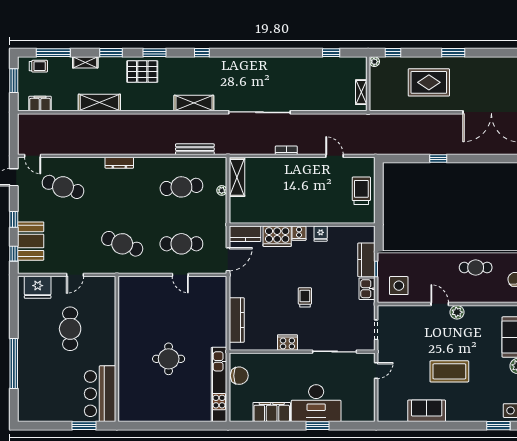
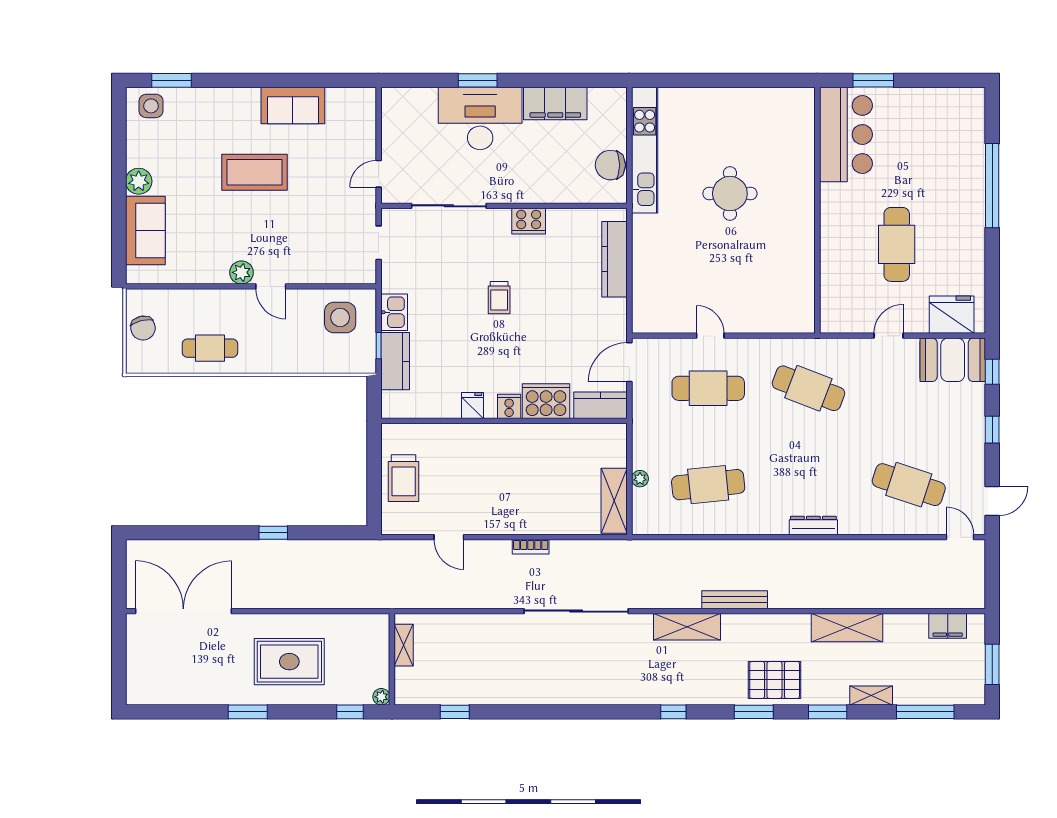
trolley: (38, 66) -> (950, 689), removed
bench: (195, 149) -> (735, 600), moved
booth: (31, 241) -> (953, 360), moved, turned 90

